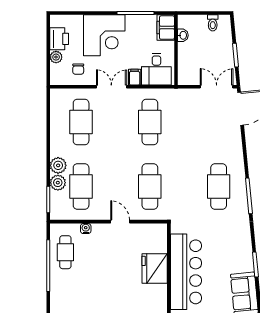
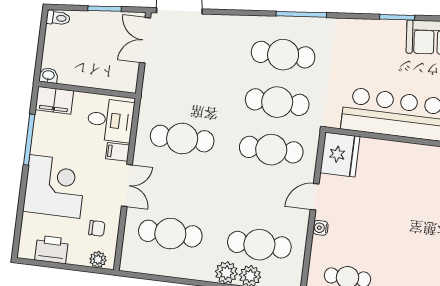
toilet: (213, 23) -> (58, 18), moved
washbasin: (183, 35) -> (48, 75), moved
plant: (56, 57) -> (98, 260), moved
double door: (111, 87) -> (127, 185), swing flipped
cafe table: (184, 186) -> (277, 102), added
water cooler: (86, 229) -> (320, 228), moved
fridge: (155, 269) -> (340, 155), moved, turned -90

